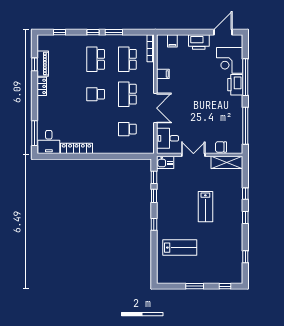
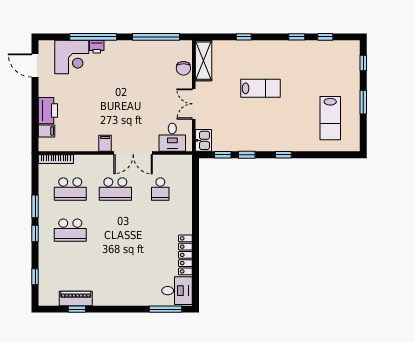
printer: (199, 42) -> (48, 111), moved
filing cabinet: (163, 74) -> (105, 143), moved
printer: (235, 85) -> (97, 47), width x0.53, depth x0.68
locker: (42, 86) -> (105, 300), removed
school desk: (96, 94) -> (115, 230), removed
double door: (155, 108) -> (133, 153), swing flipped
window: (245, 218) -> (297, 37), moved
lab bench: (180, 248) -> (330, 118), moved, turned 180

